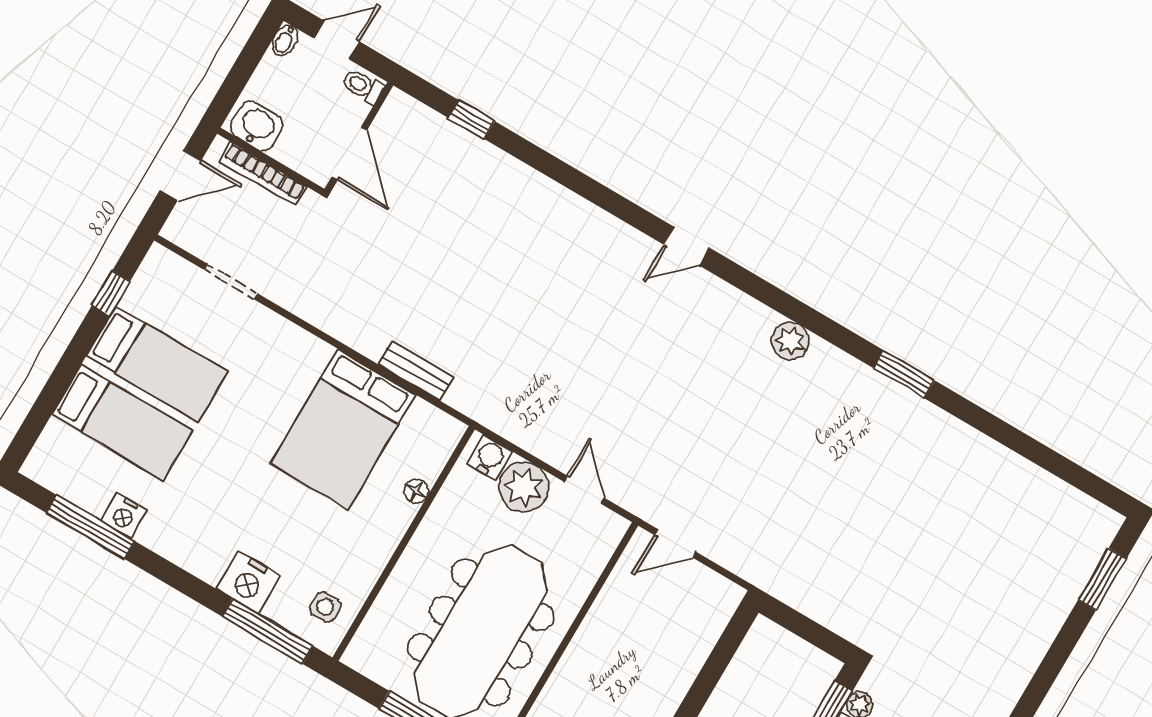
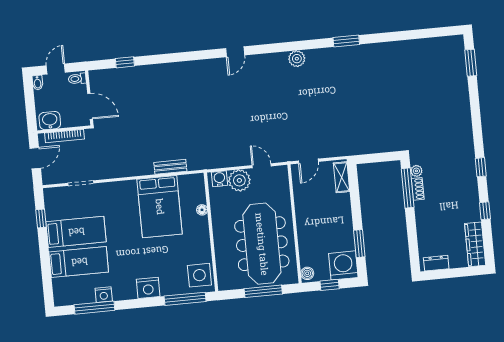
nightstand: (249, 582) -> (148, 288), moved
side table: (325, 607) -> (199, 275), width x1.87, depth x1.87
shelving: (715, 617) -> (342, 177), added

